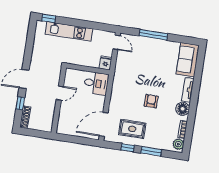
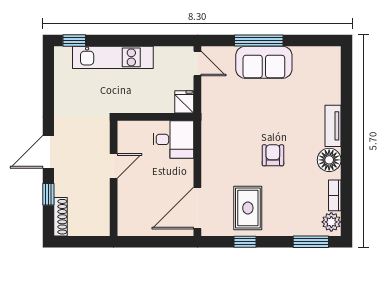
sofa: (188, 60) -> (264, 62), moved, turned -90
rug: (132, 129) -> (248, 208), turned 90
window: (151, 151) -> (311, 242), moved

